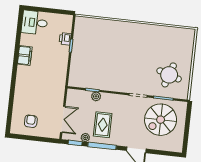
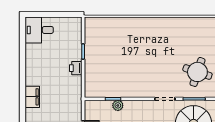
printer: (65, 39) -> (76, 68), moved
filing cabinet: (25, 56) -> (32, 97), moved

